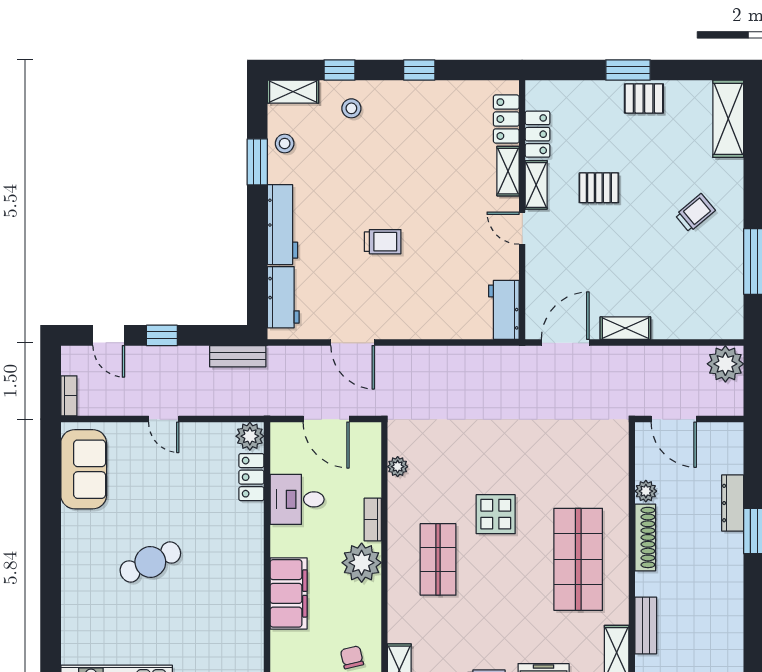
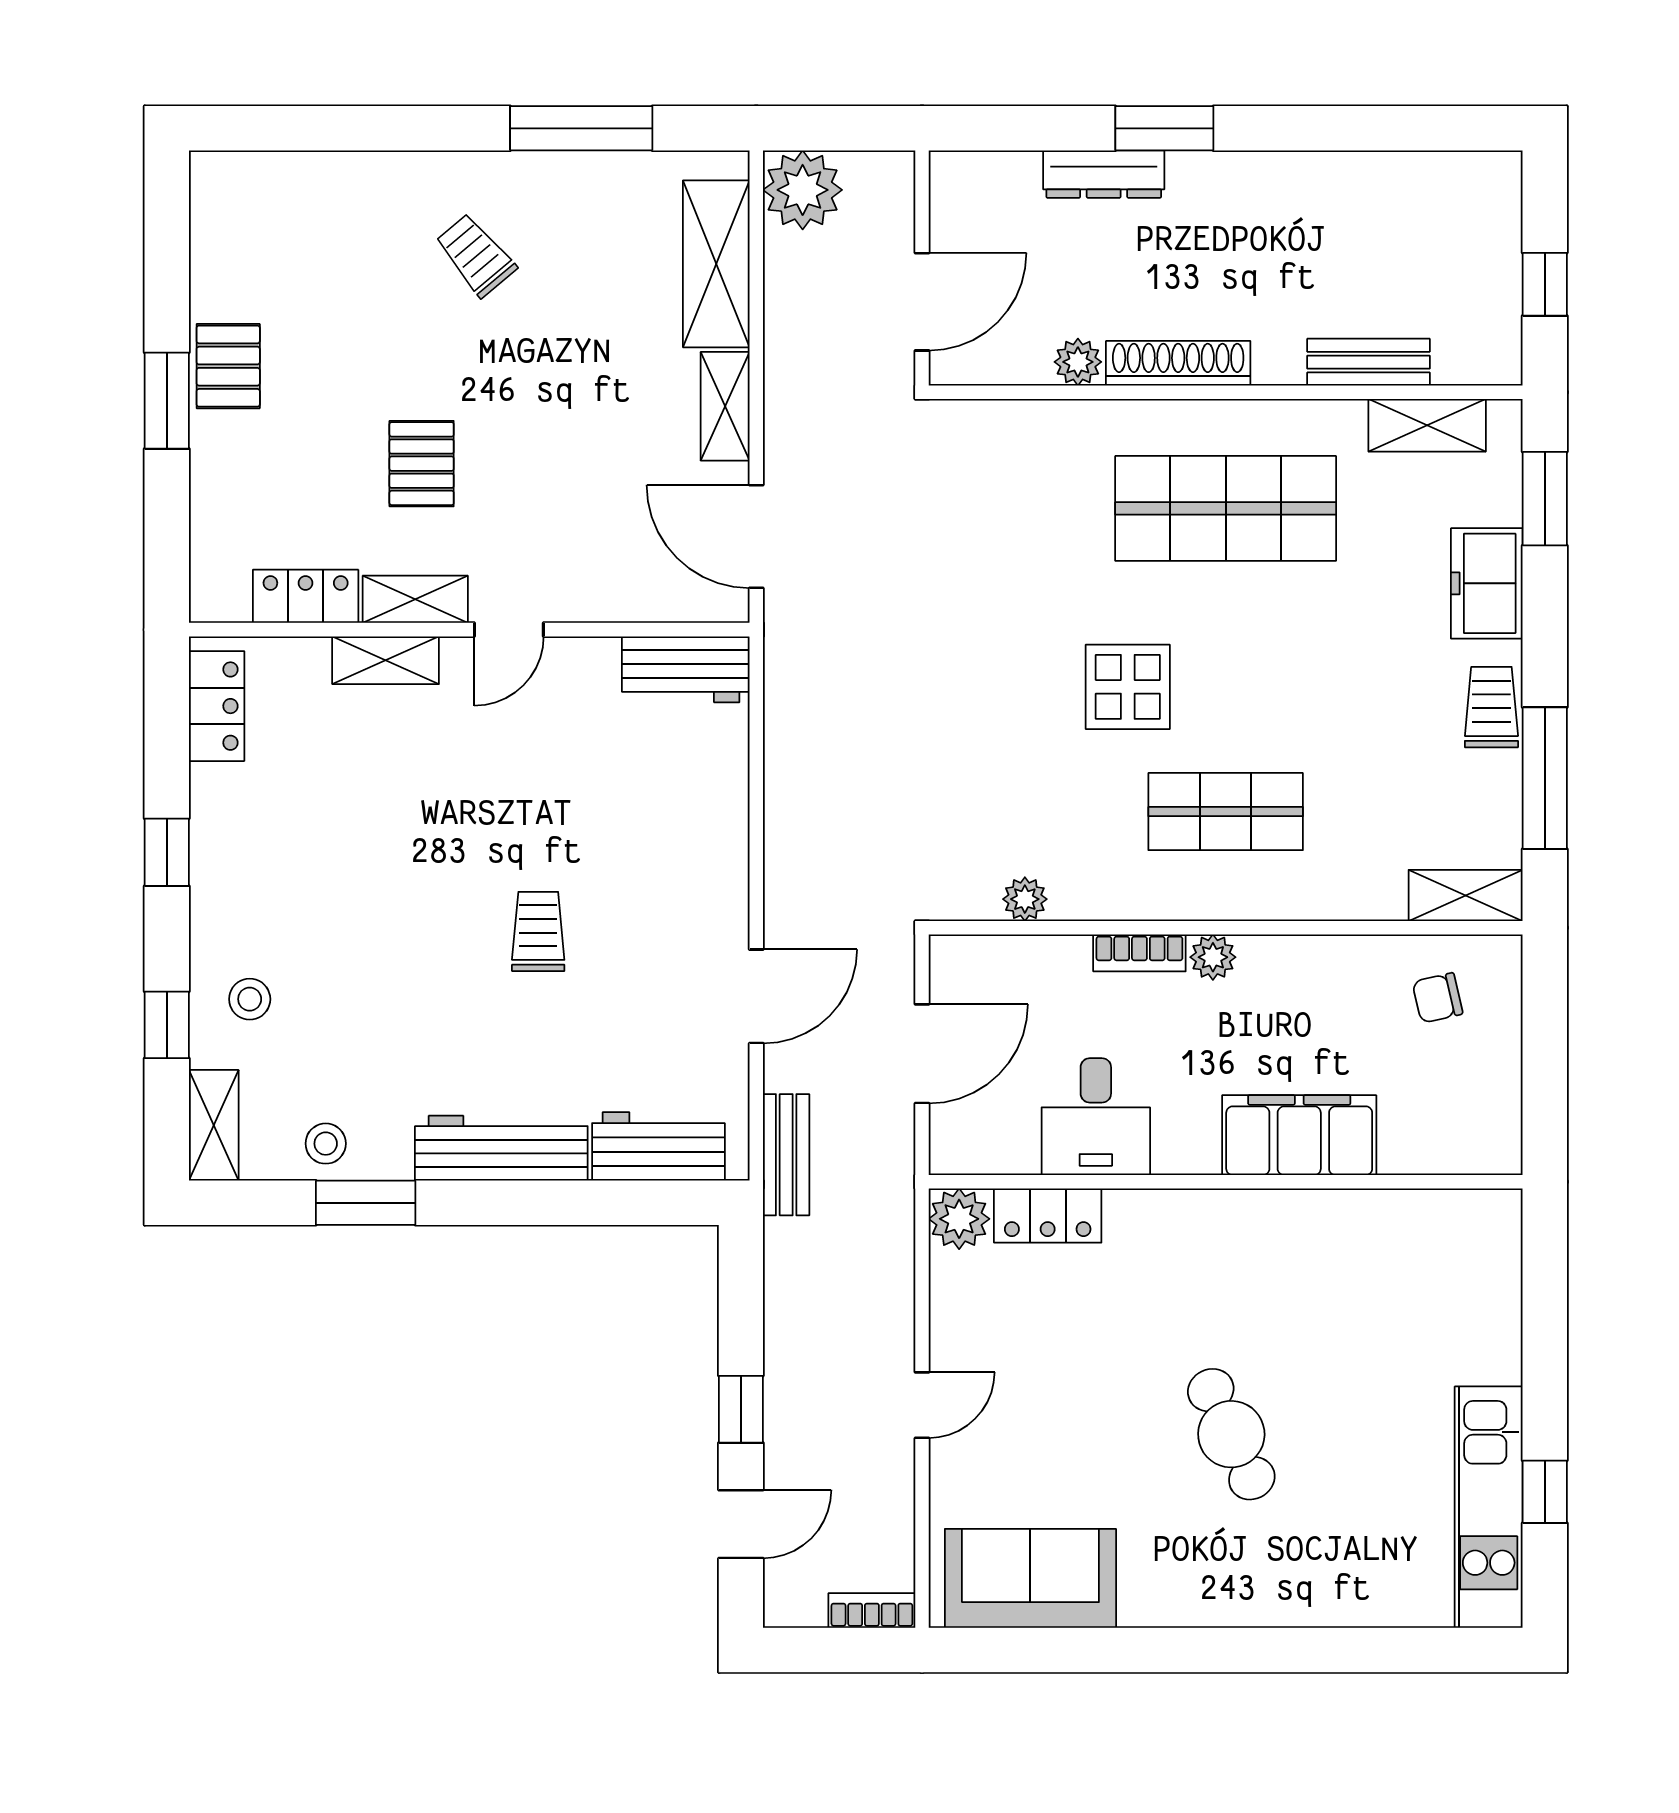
locker: (506, 119) -> (217, 706), moved, turned -90
shelving: (728, 119) -> (716, 264), moved, turned 90
bench: (238, 356) -> (786, 1155), moved
plant: (362, 563) -> (1213, 957), width x0.53, depth x0.53

